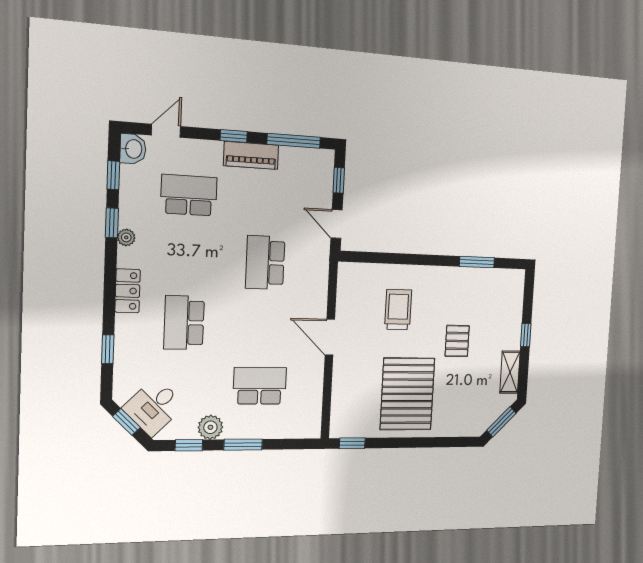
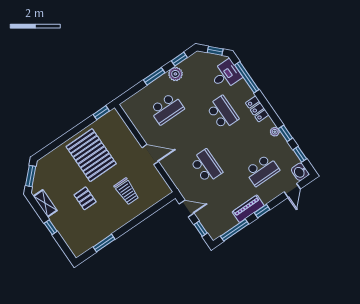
window: (108, 349) -> (247, 77), width x2.17
desk: (154, 407) -> (226, 75), moved, turned 45

